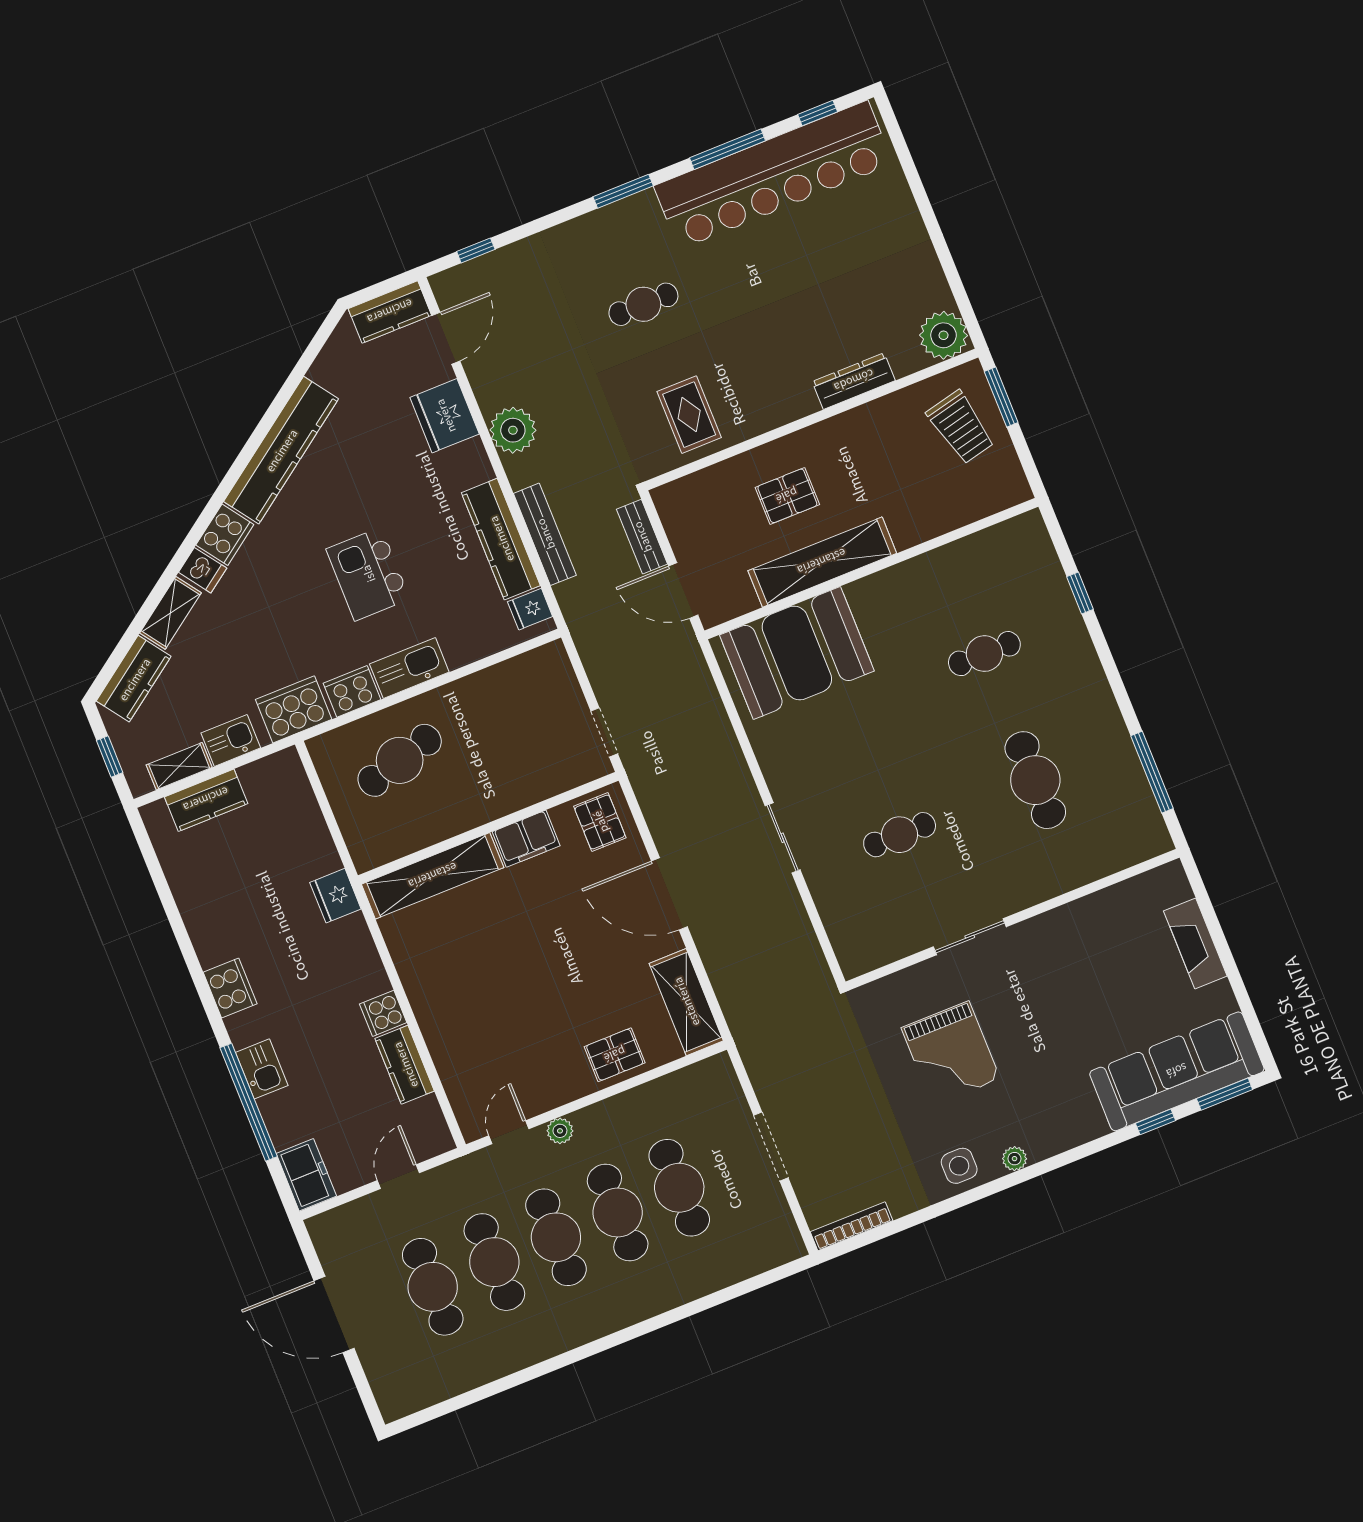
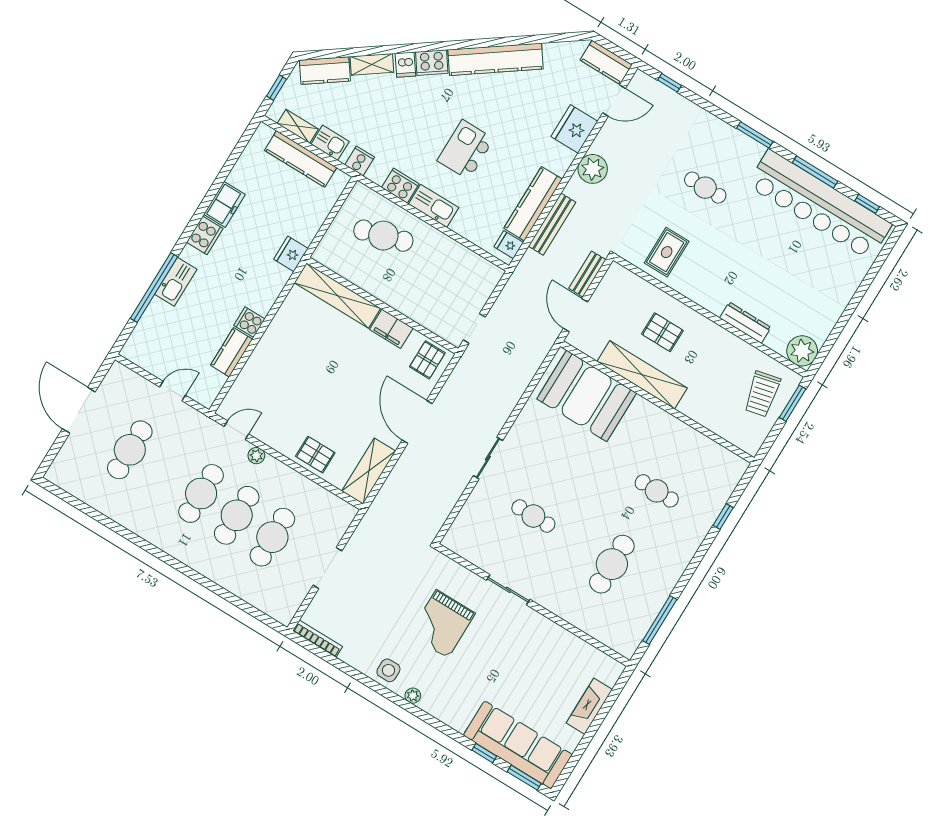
cooker: (294, 709) -> (360, 161), width x0.53, depth x0.76
kitchen counter: (206, 800) -> (301, 159), width x1.50
kitchen sink: (262, 1069) -> (176, 282), width x1.38
freezer: (306, 1175) -> (224, 204), moved
cafe table: (494, 1262) -> (165, 472), removed

